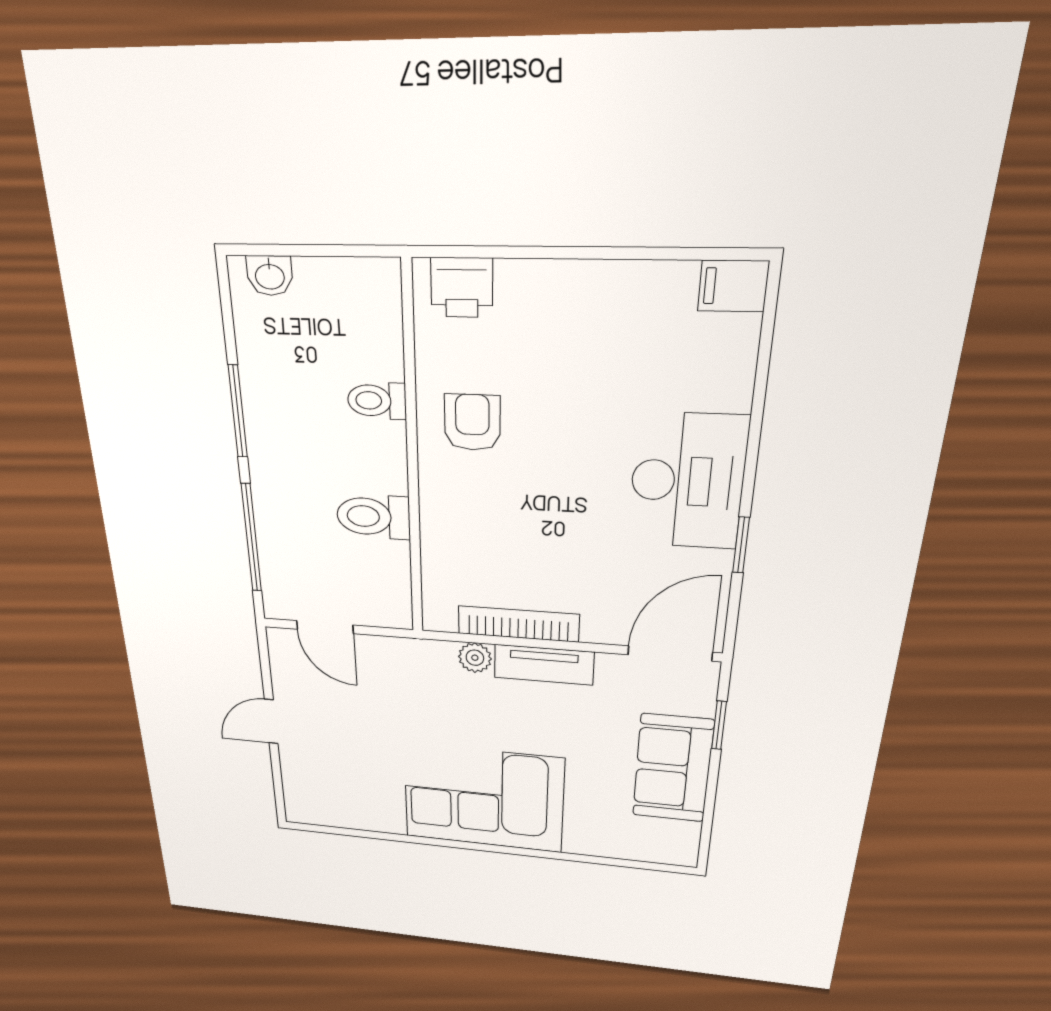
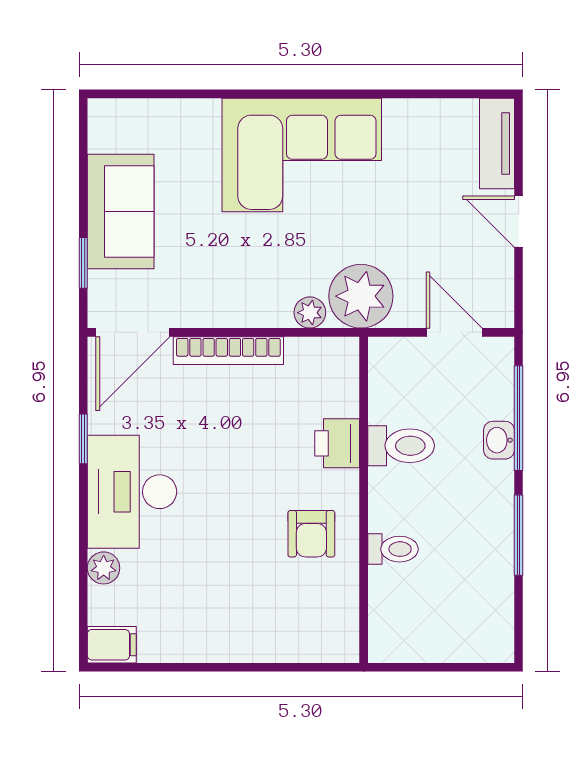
washbasin: (270, 276) -> (499, 440), moved, turned -90
printer: (462, 288) -> (337, 443), moved, turned -90
plant: (733, 389) -> (104, 568), added
bookcase: (518, 624) -> (228, 351), moved
tv unit: (544, 665) -> (497, 143), moved, turned -90
plant: (422, 669) -> (361, 296), added
door: (271, 722) -> (519, 222), swing flipped

